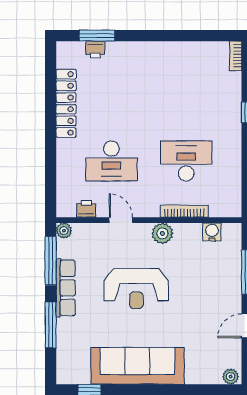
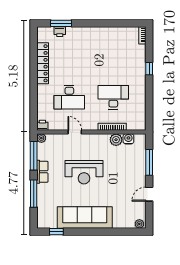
printer: (86, 209) -> (42, 125), moved
plant: (162, 233) -> (116, 140), moved
row of seats: (66, 288) -> (42, 172), width x0.68

